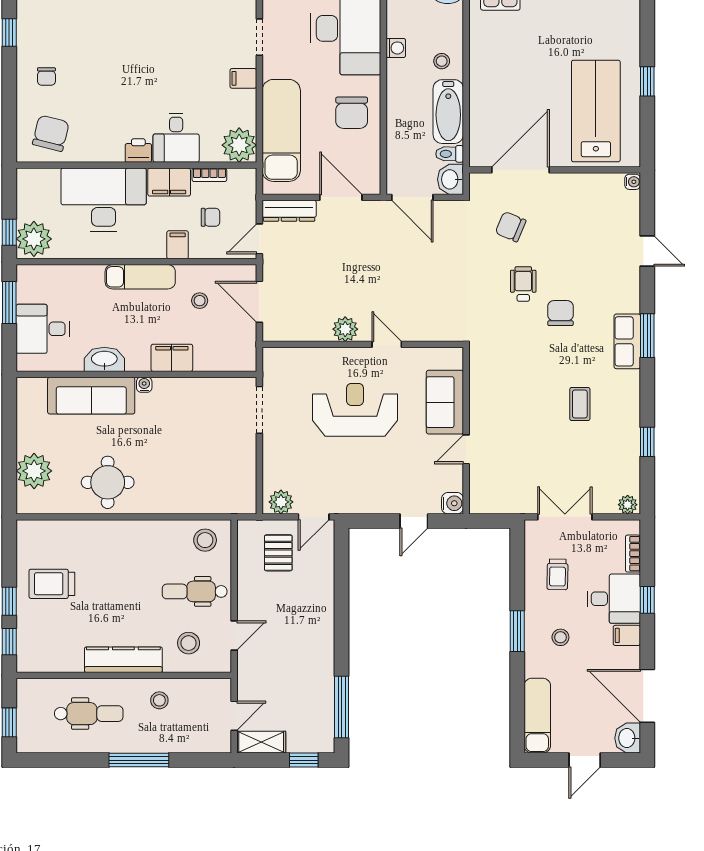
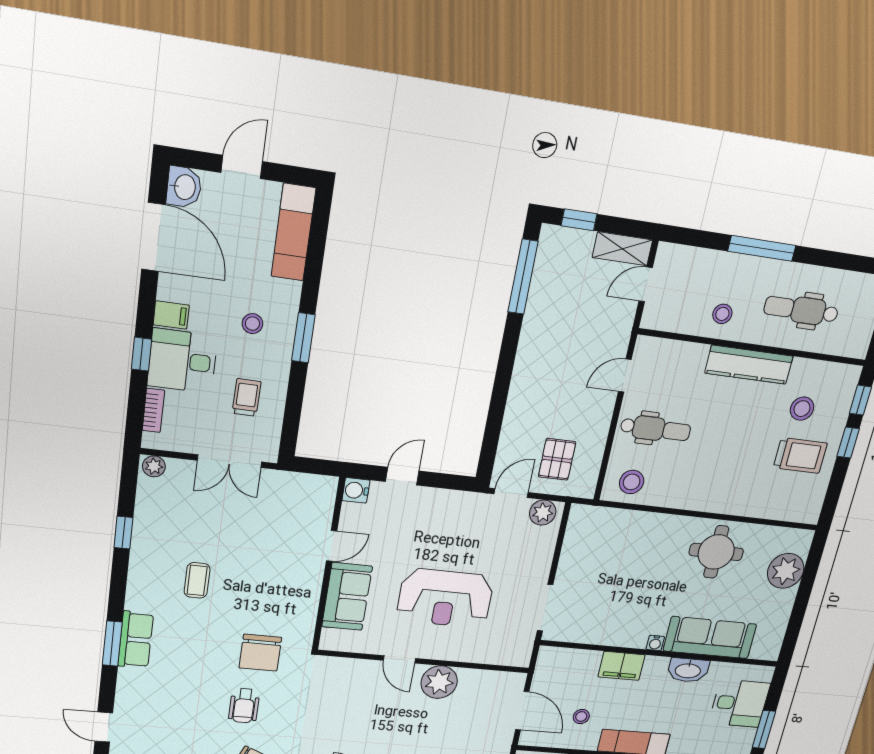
chair: (560, 313) -> (260, 653), moved, width x1.37, depth x1.37
plant: (345, 329) -> (439, 682), width x1.36, depth x1.36
stool: (189, 643) -> (802, 409), moved

